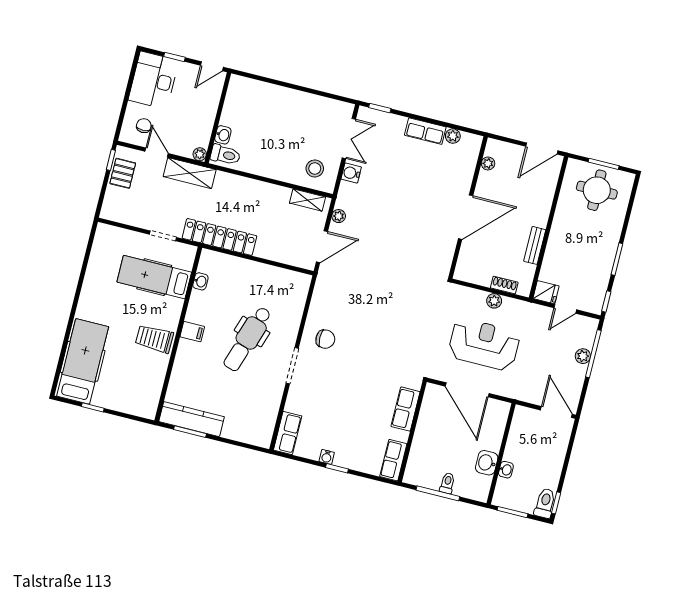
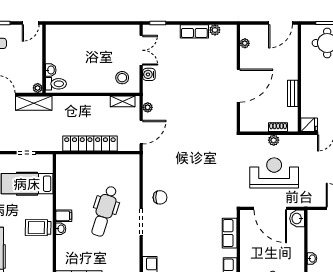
locker: (219, 237) -> (90, 143), moved
washbasin: (200, 281) -> (61, 229), moved
washbasin: (487, 463) -> (297, 218), moved

